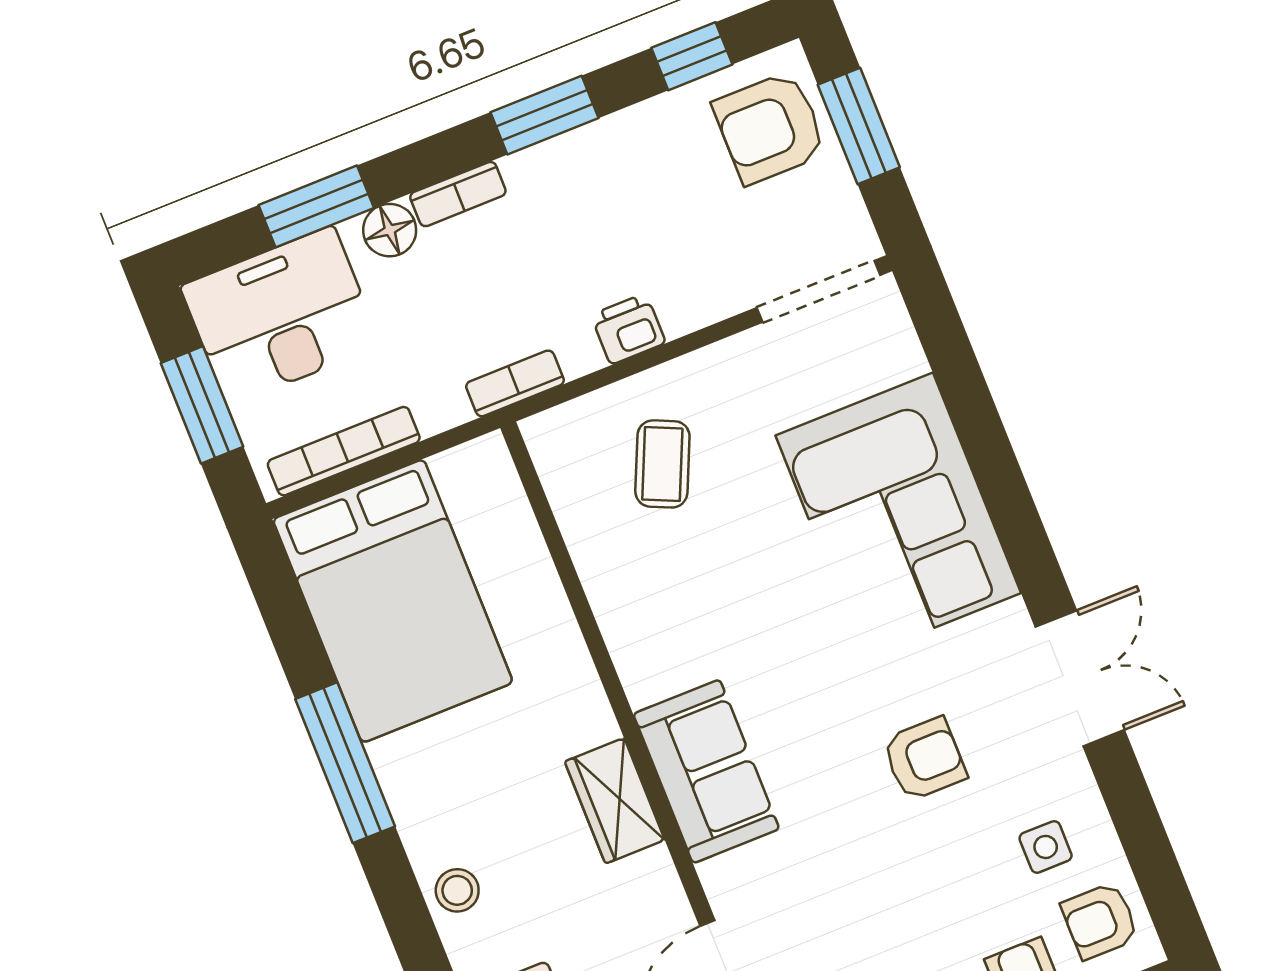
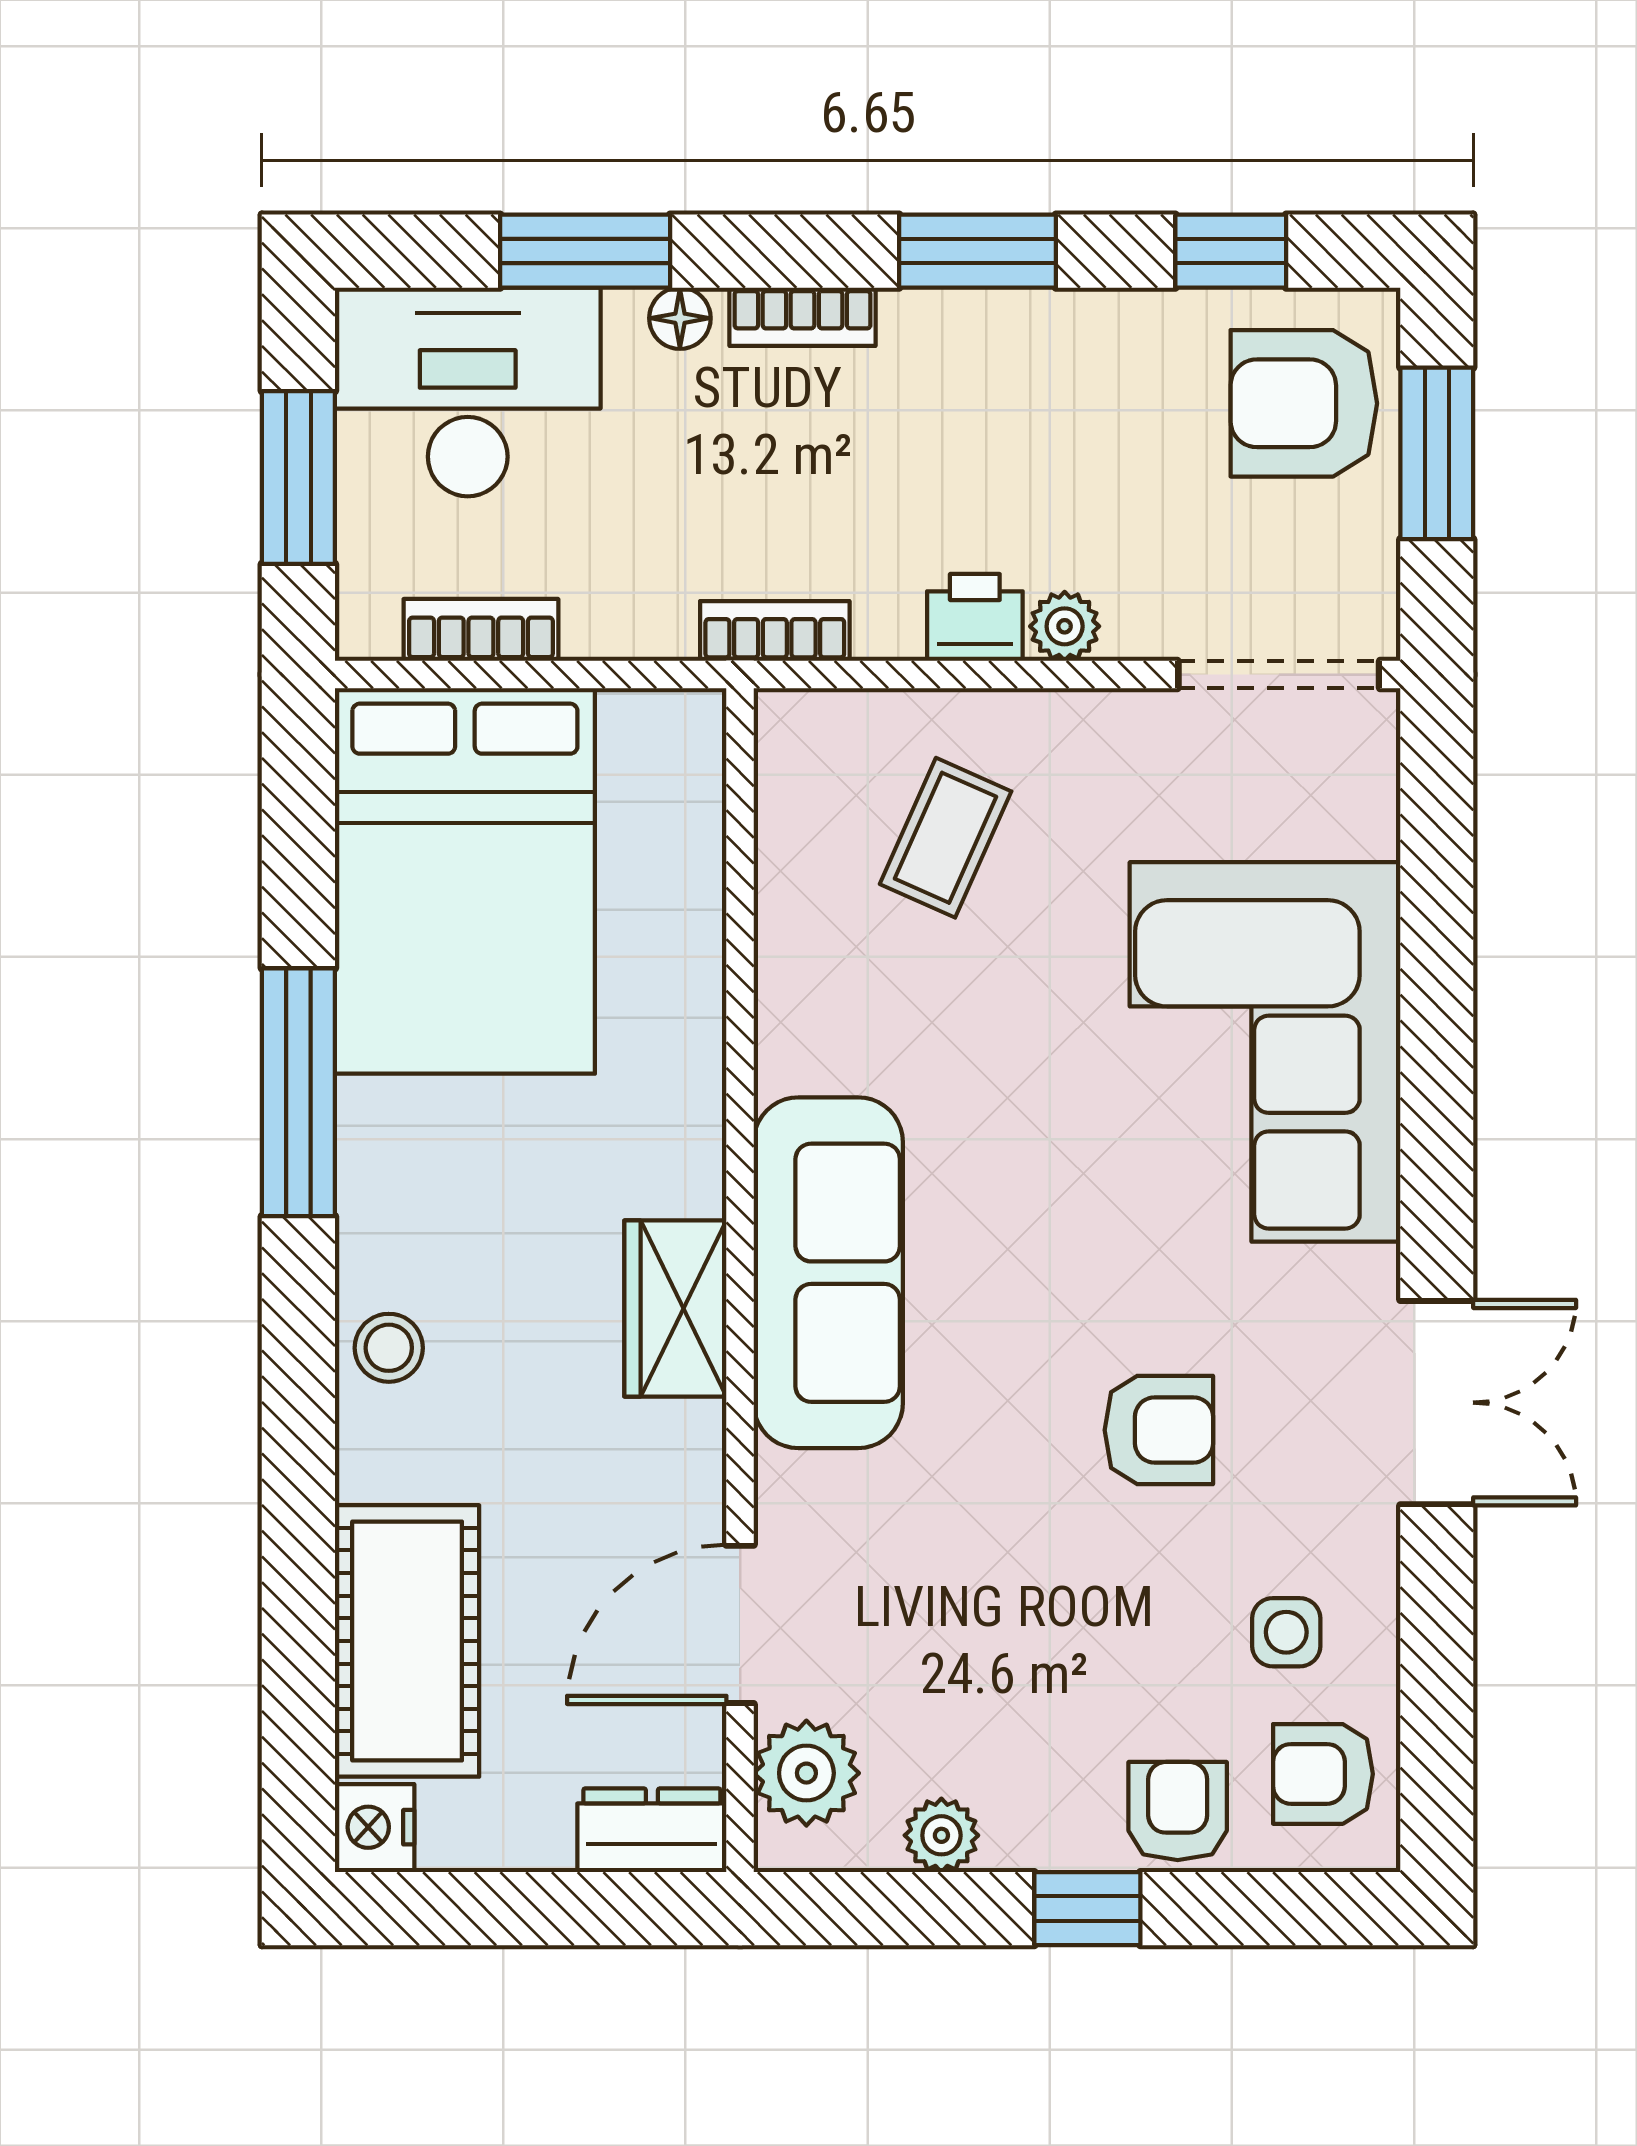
floor lamp: (390, 230) -> (680, 318), width x0.73, depth x0.73
plant: (683, 313) -> (1065, 626), added
bookcase: (344, 451) -> (481, 630), width x0.64
sofa: (706, 771) -> (828, 1273), width x1.36

